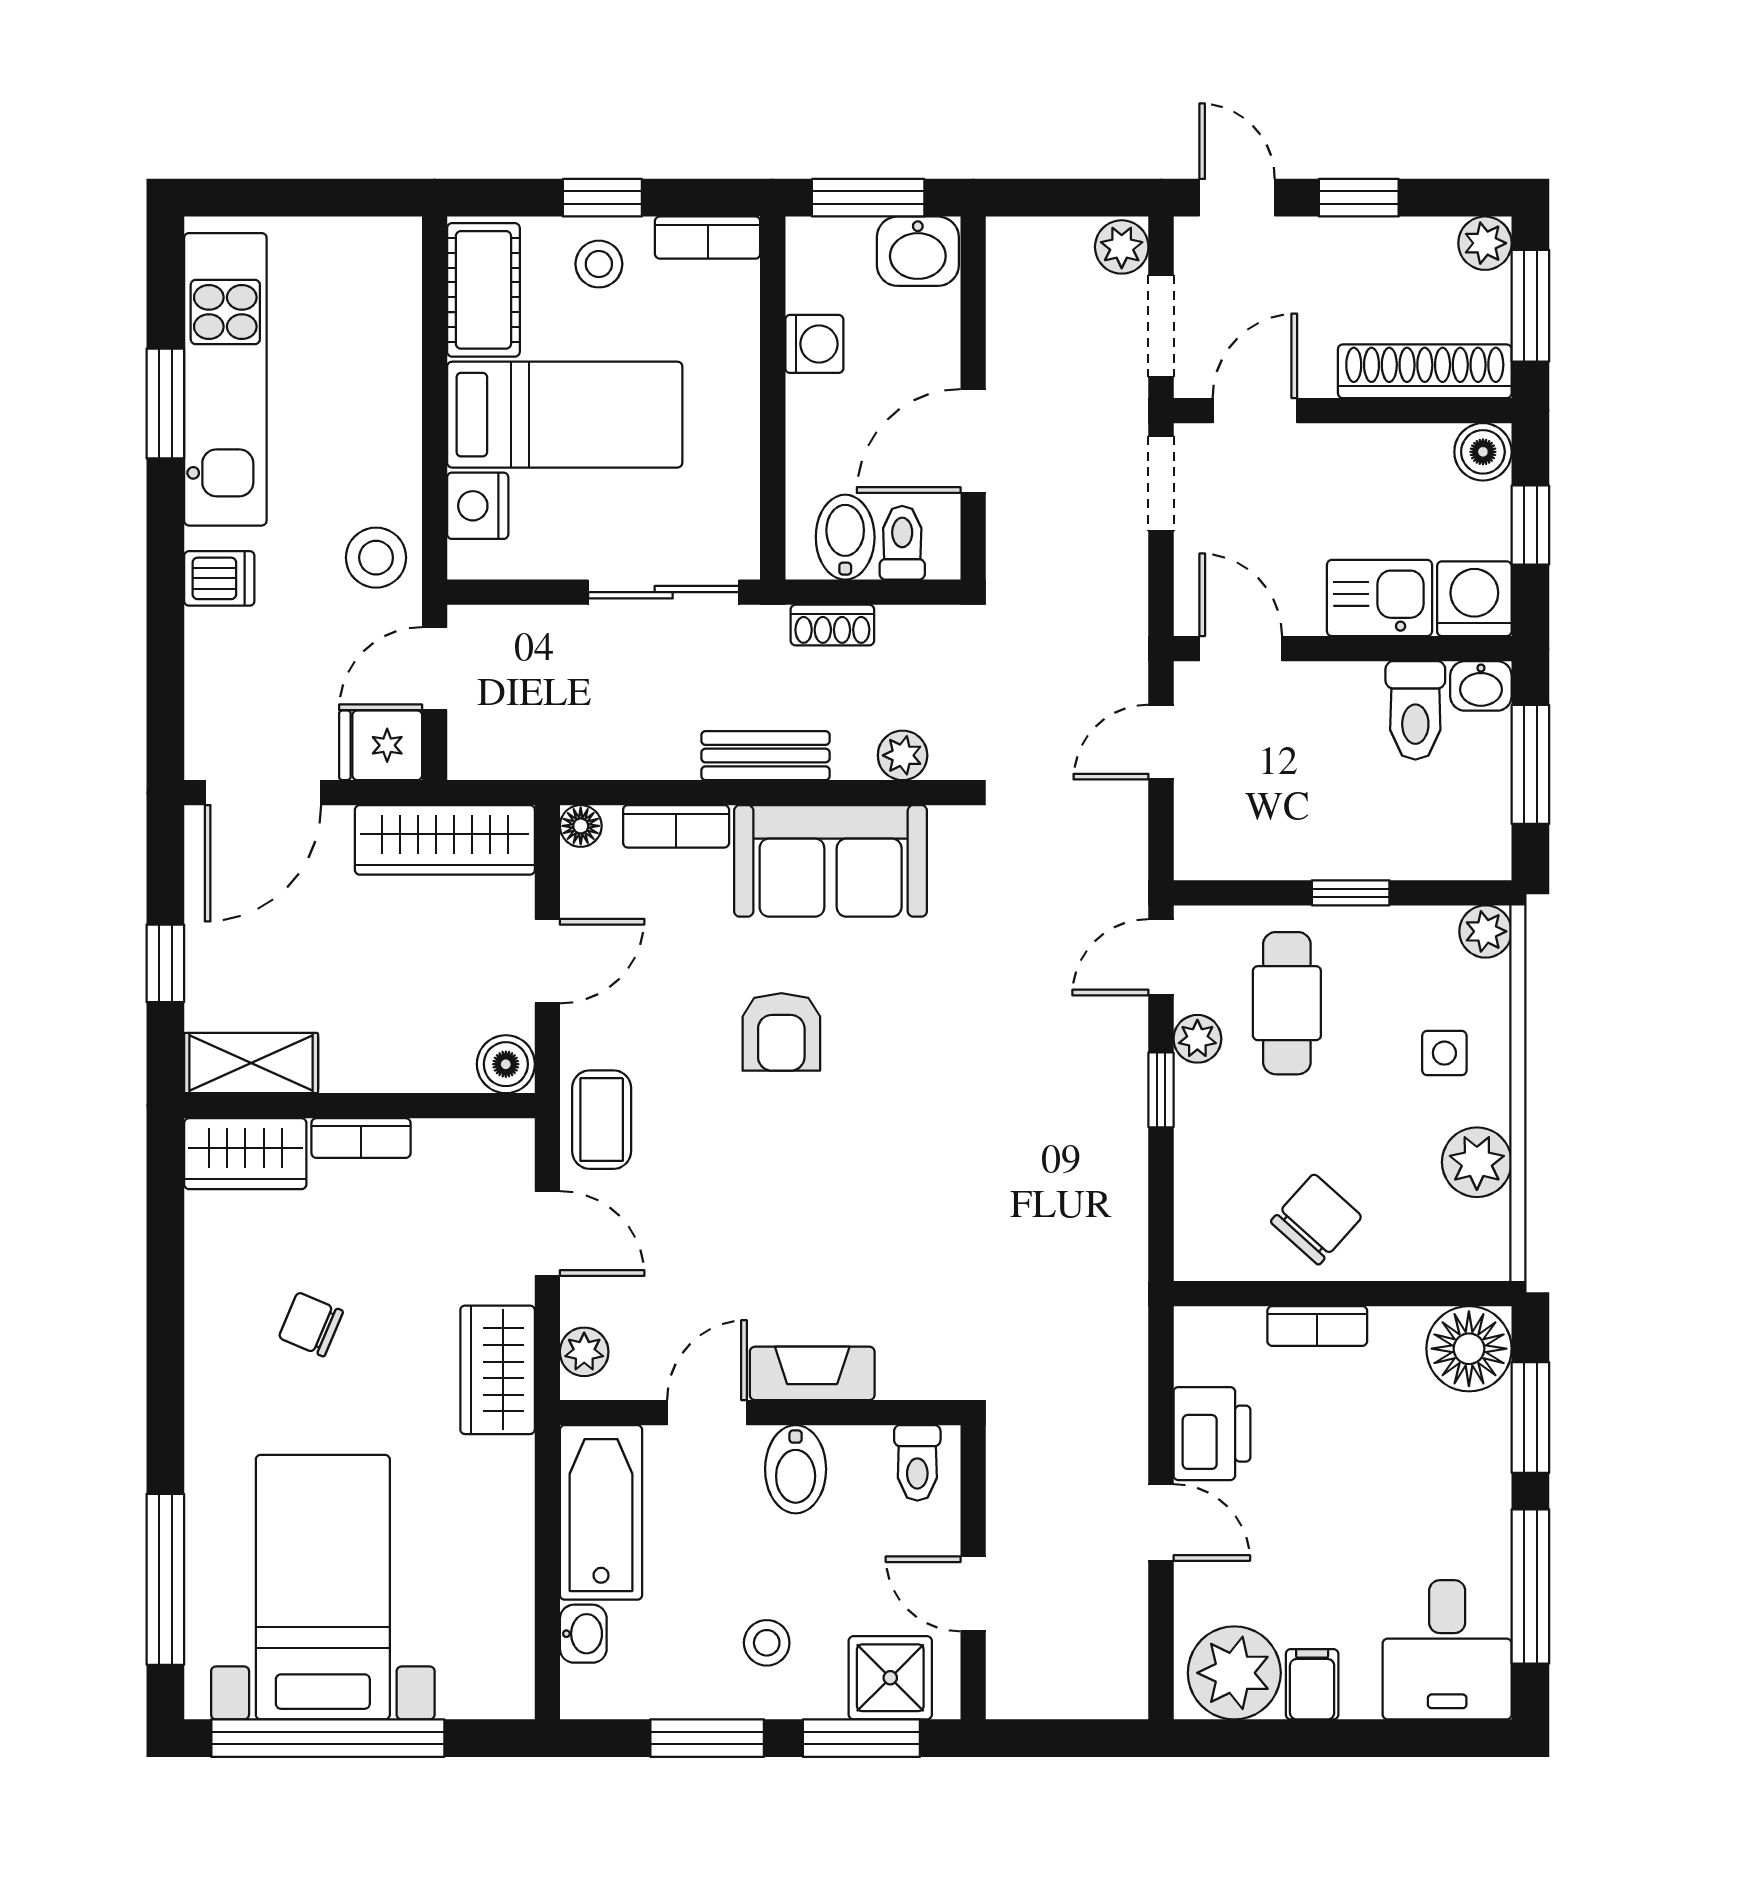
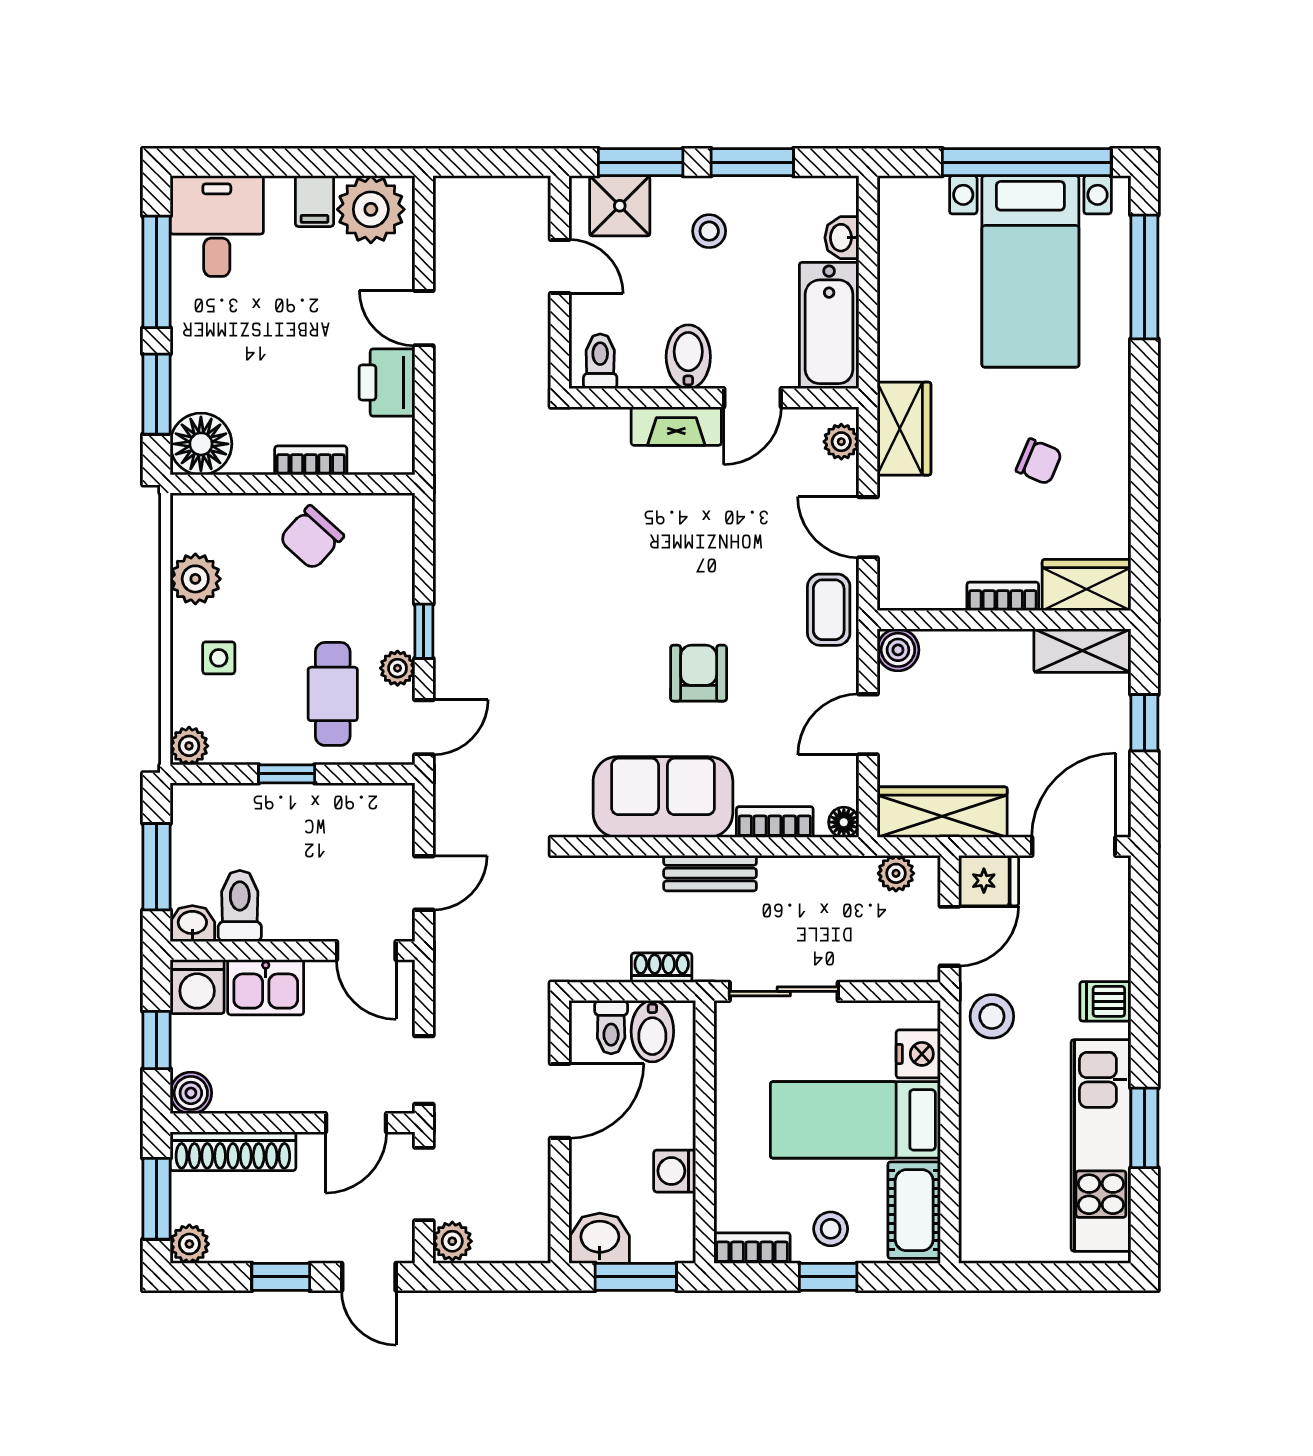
plant: (903, 755) -> (896, 873), moved

